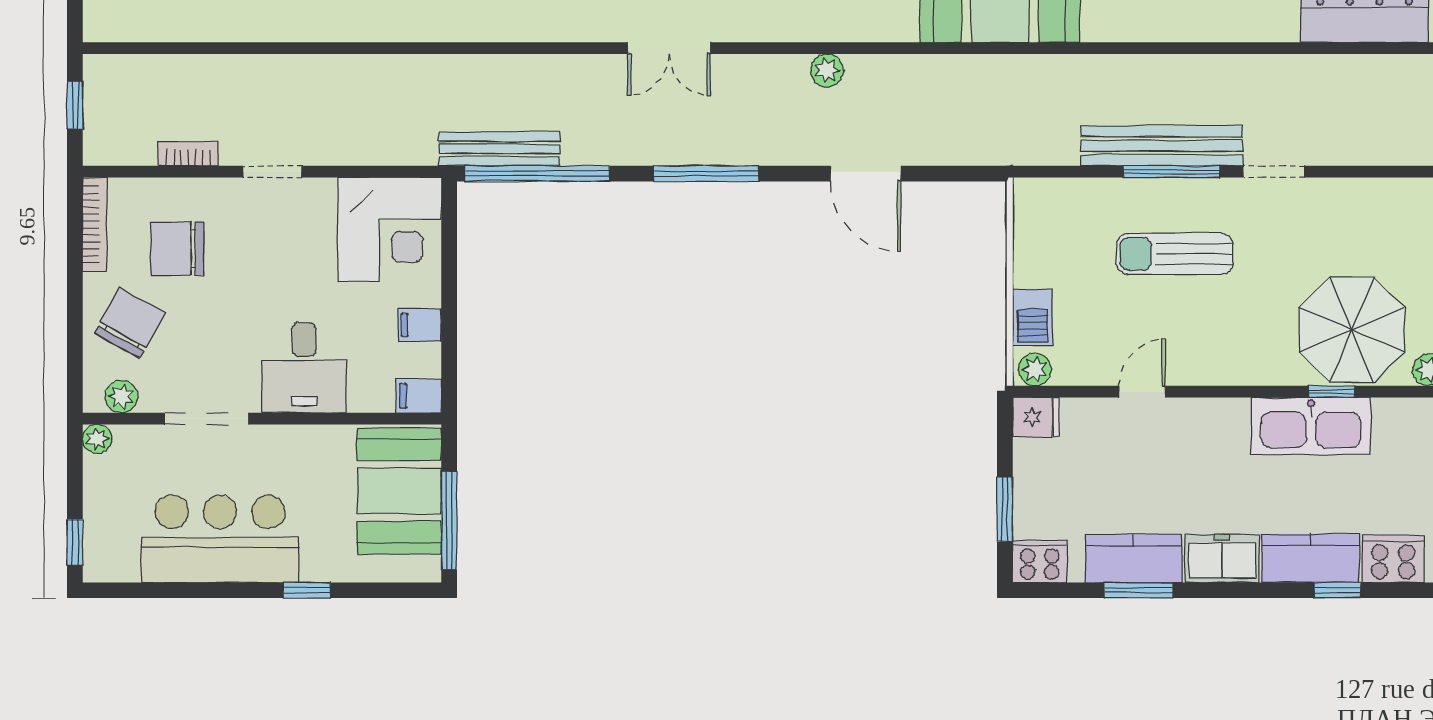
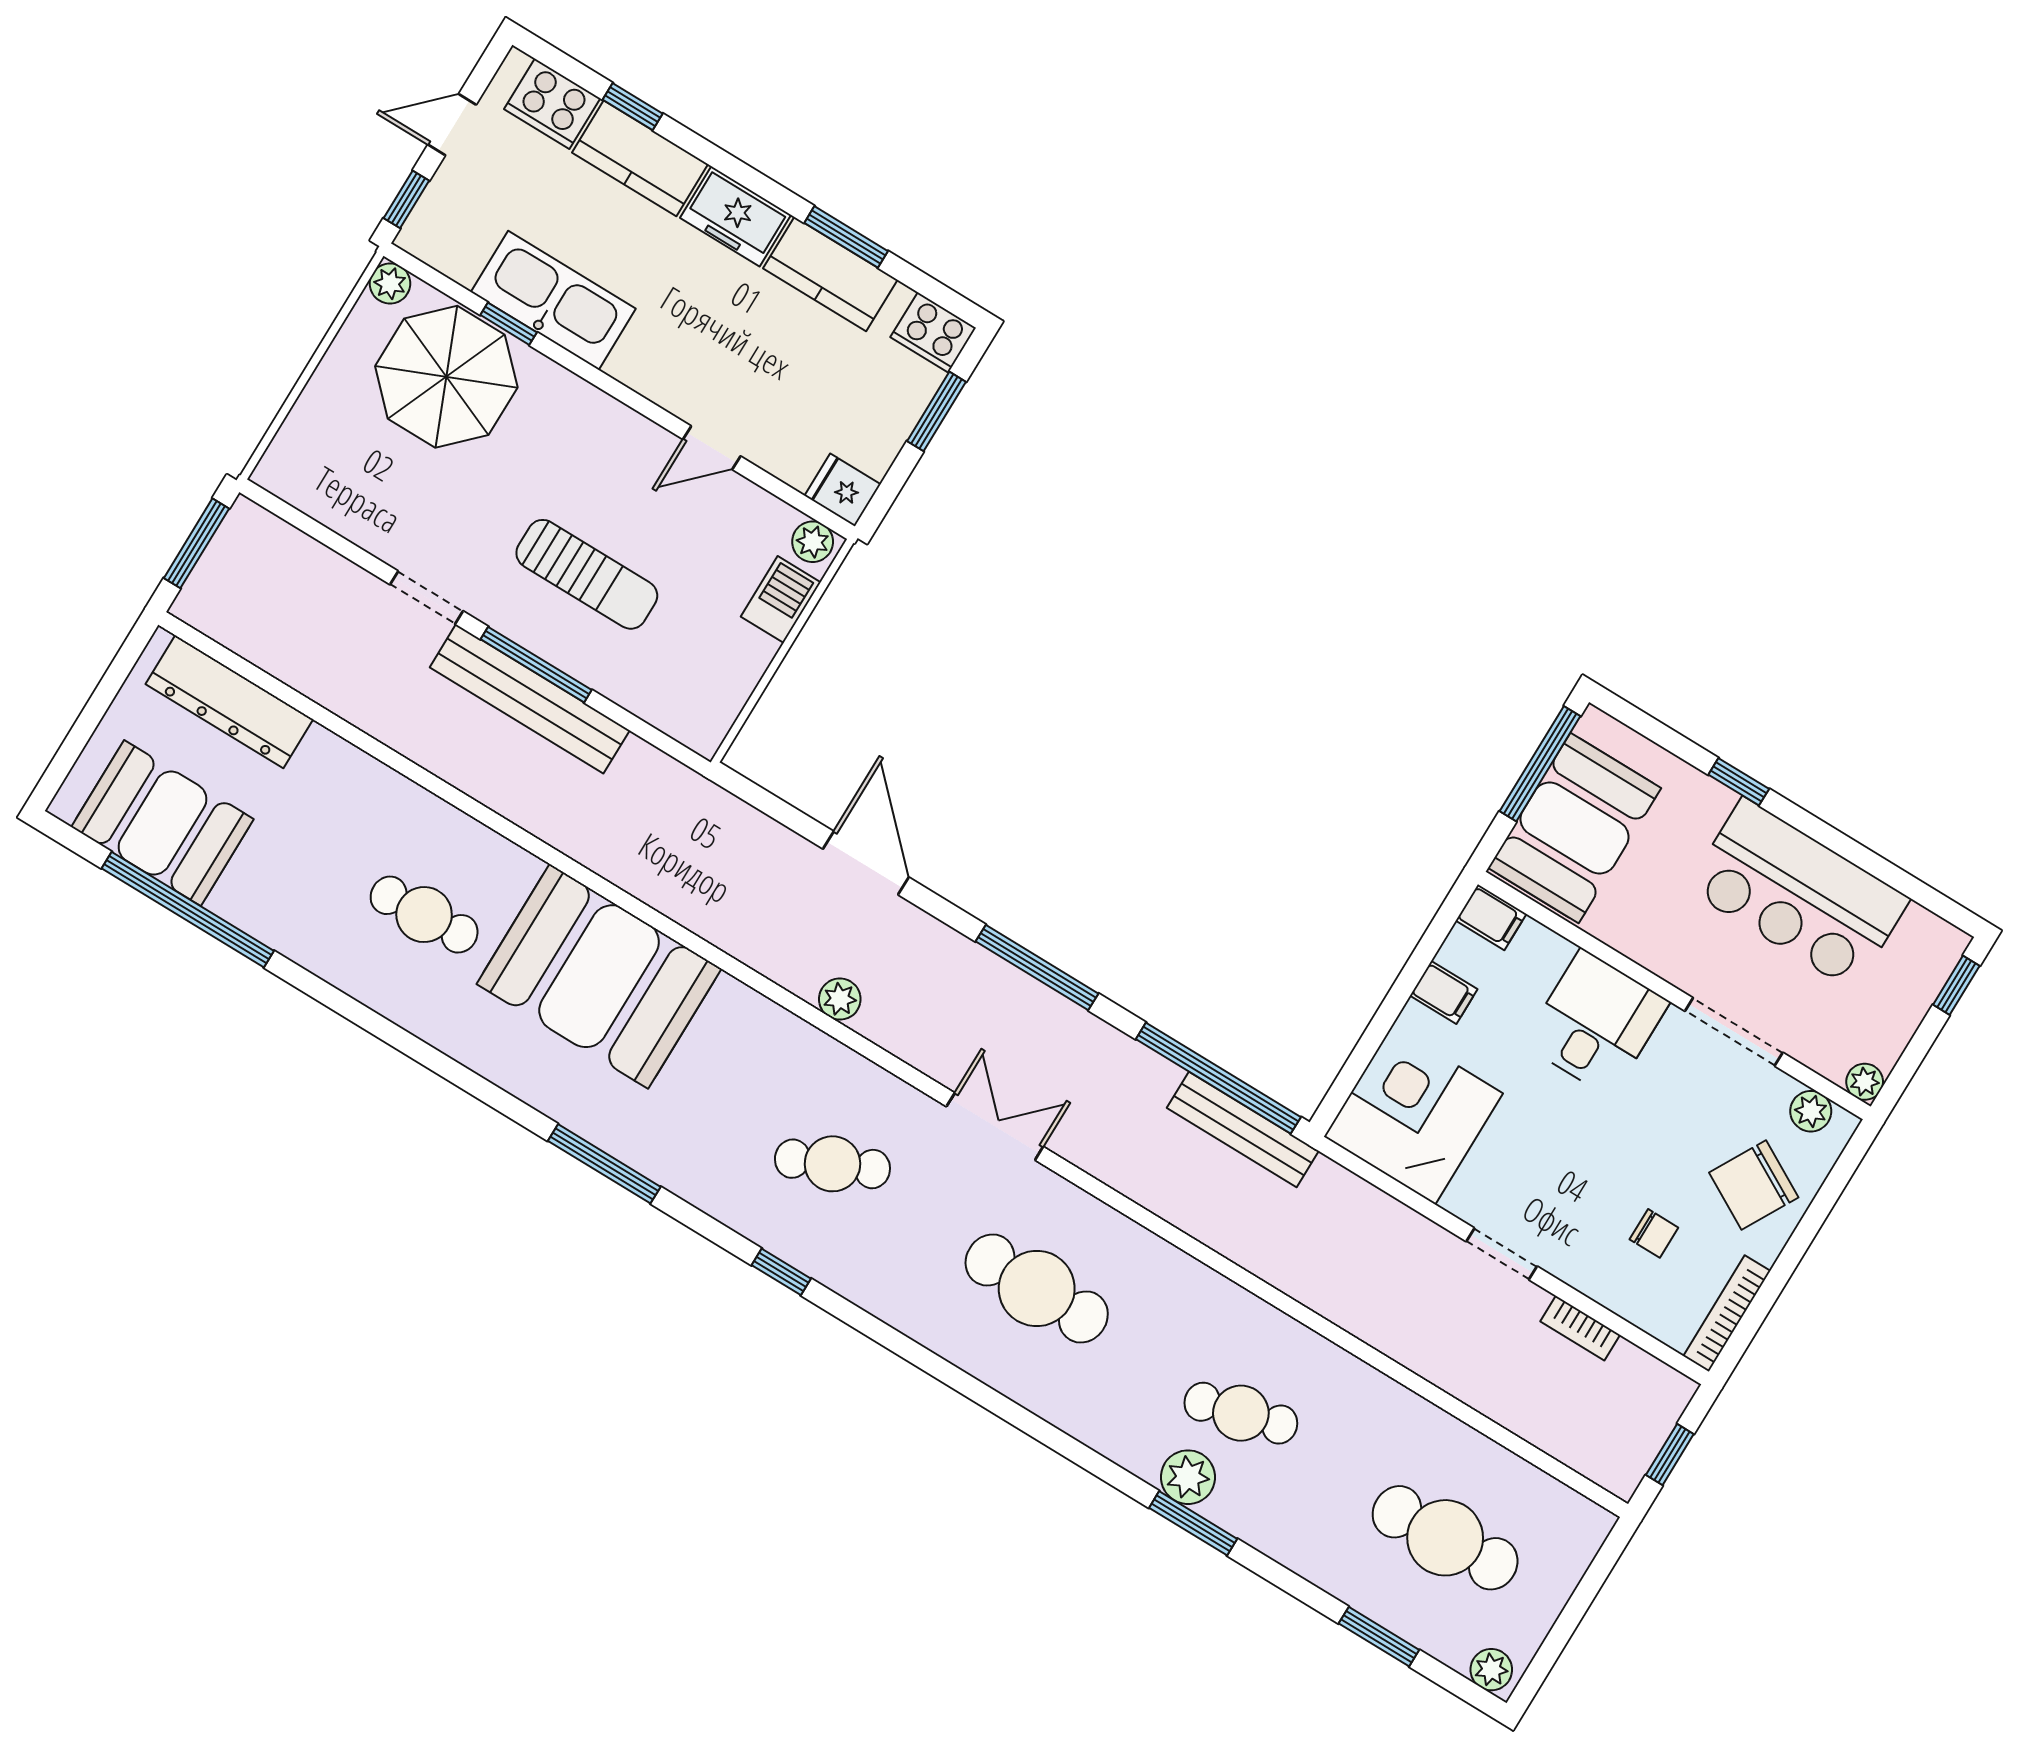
chair: (177, 249) -> (1654, 1233), width x0.54, depth x0.54

